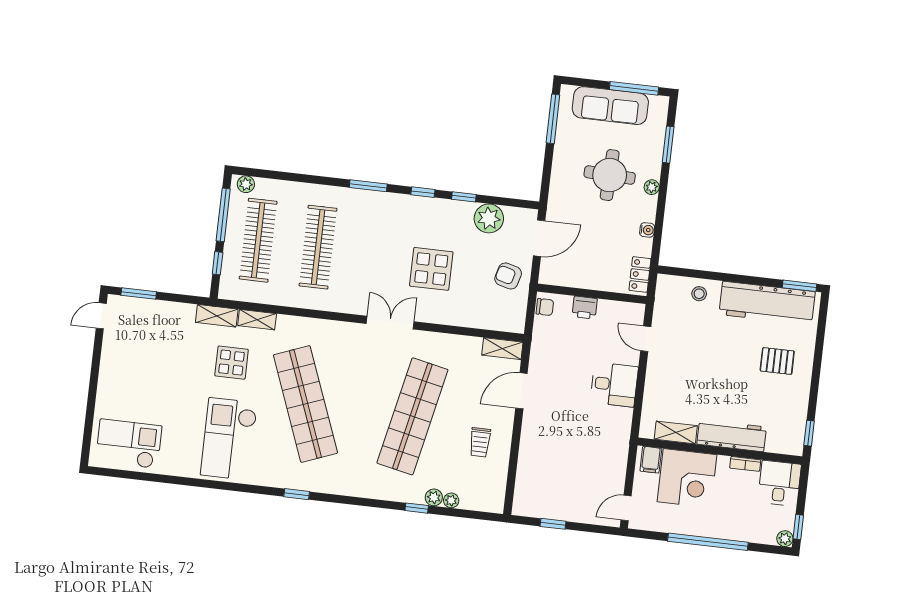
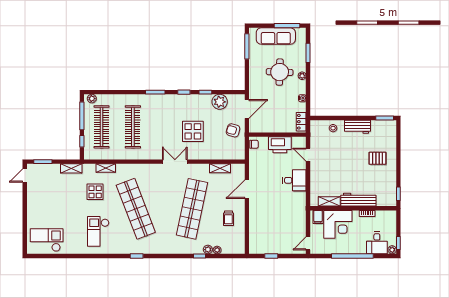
workbench: (767, 303) -> (357, 127), width x0.53, depth x0.76
printer: (585, 308) -> (280, 145), width x1.87, depth x1.48
shelving: (217, 316) -> (71, 168), moved
shelving: (502, 349) -> (220, 168), moved
checkout: (229, 439) -> (98, 231), width x0.73, depth x0.83
desk: (779, 483) -> (377, 243), moved, turned 180

